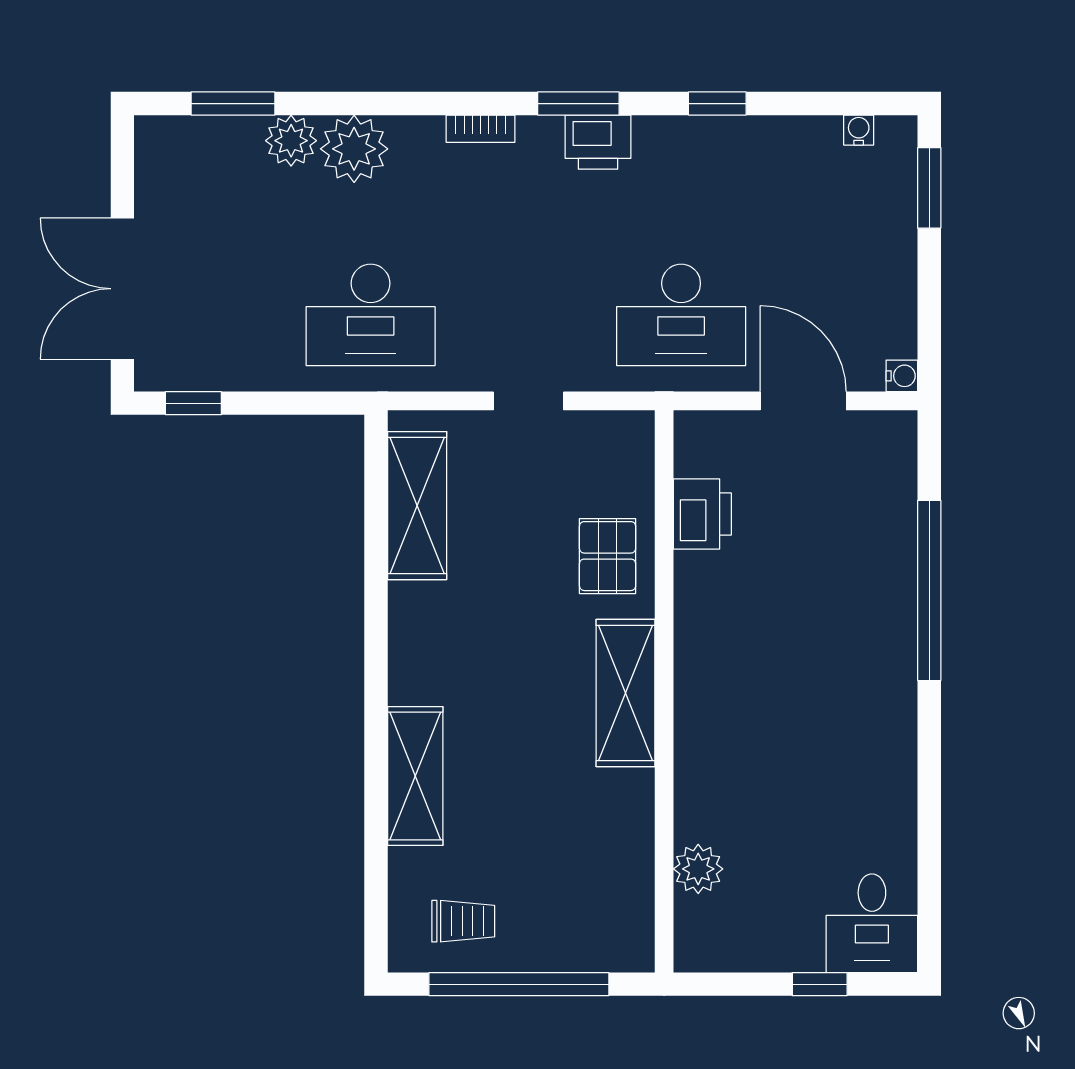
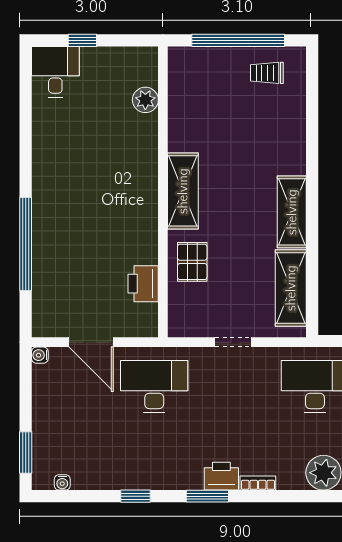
printer: (598, 142) -> (221, 476), moved
shelving: (415, 776) -> (292, 212), moved

